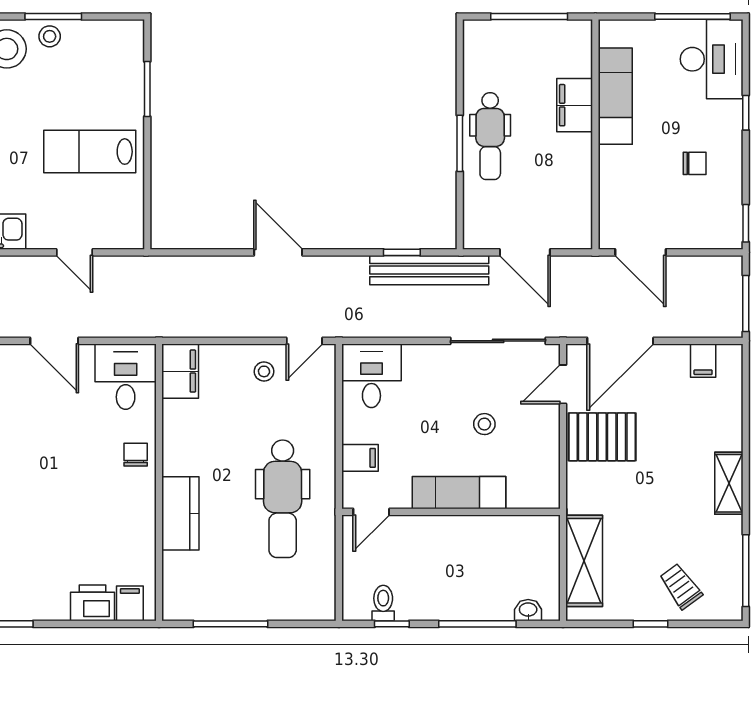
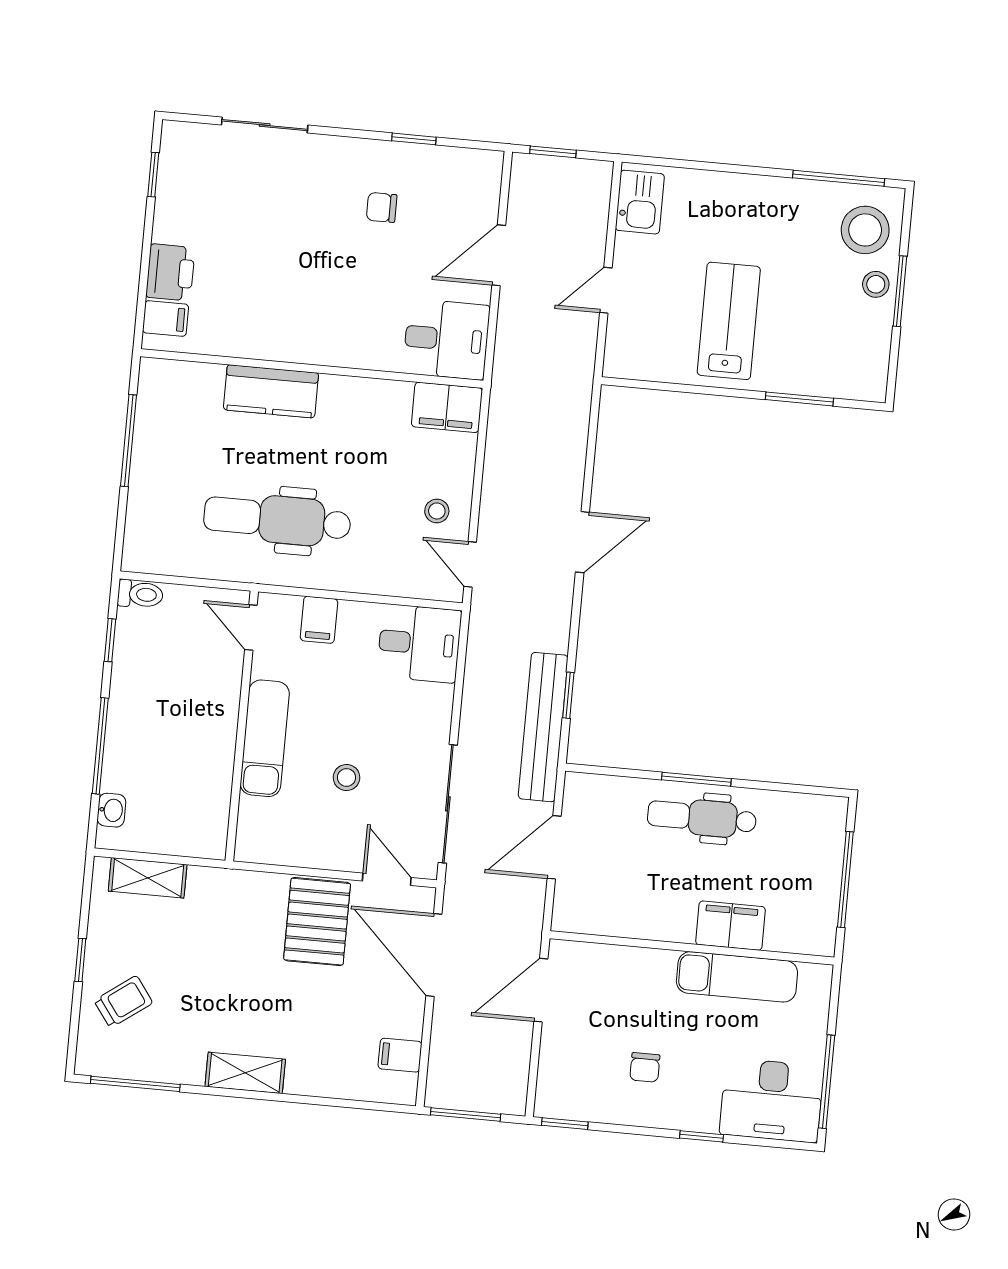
chair: (136, 455) -> (382, 207), moved, turned 180
shelving: (584, 561) -> (148, 878), width x0.67, depth x0.75
toilet: (383, 603) -> (140, 594), moved

